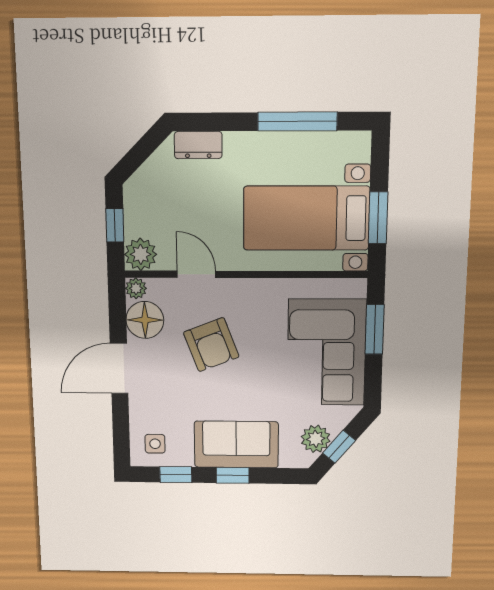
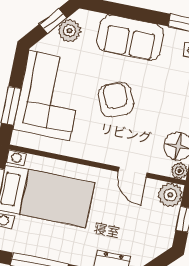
armchair: (211, 345) -> (116, 100), moved
window: (233, 475) -> (138, 14), removed

